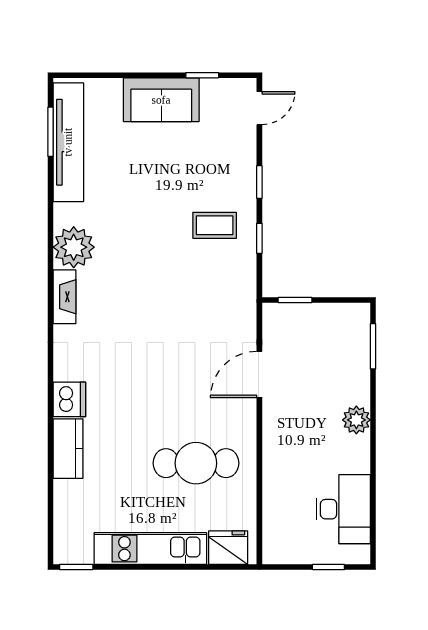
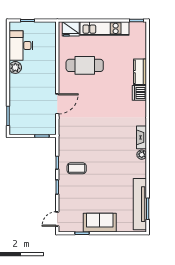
plant: (74, 247) -> (142, 155), width x0.53, depth x0.53
plant: (356, 420) -> (15, 67), moved

